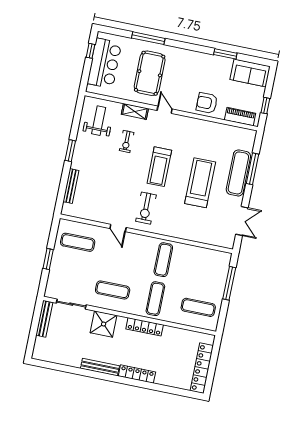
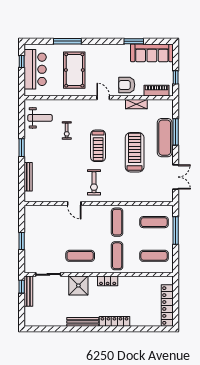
sofa: (250, 73) -> (152, 53), width x1.36
door: (165, 110) -> (103, 98), moved
shelving: (135, 111) -> (136, 104), moved
weight bench: (99, 121) -> (40, 118), turned 90
exercise mat: (78, 242) -> (154, 222), moved
window: (37, 312) -> (22, 287), added
locker: (145, 327) -> (108, 281), width x0.66

